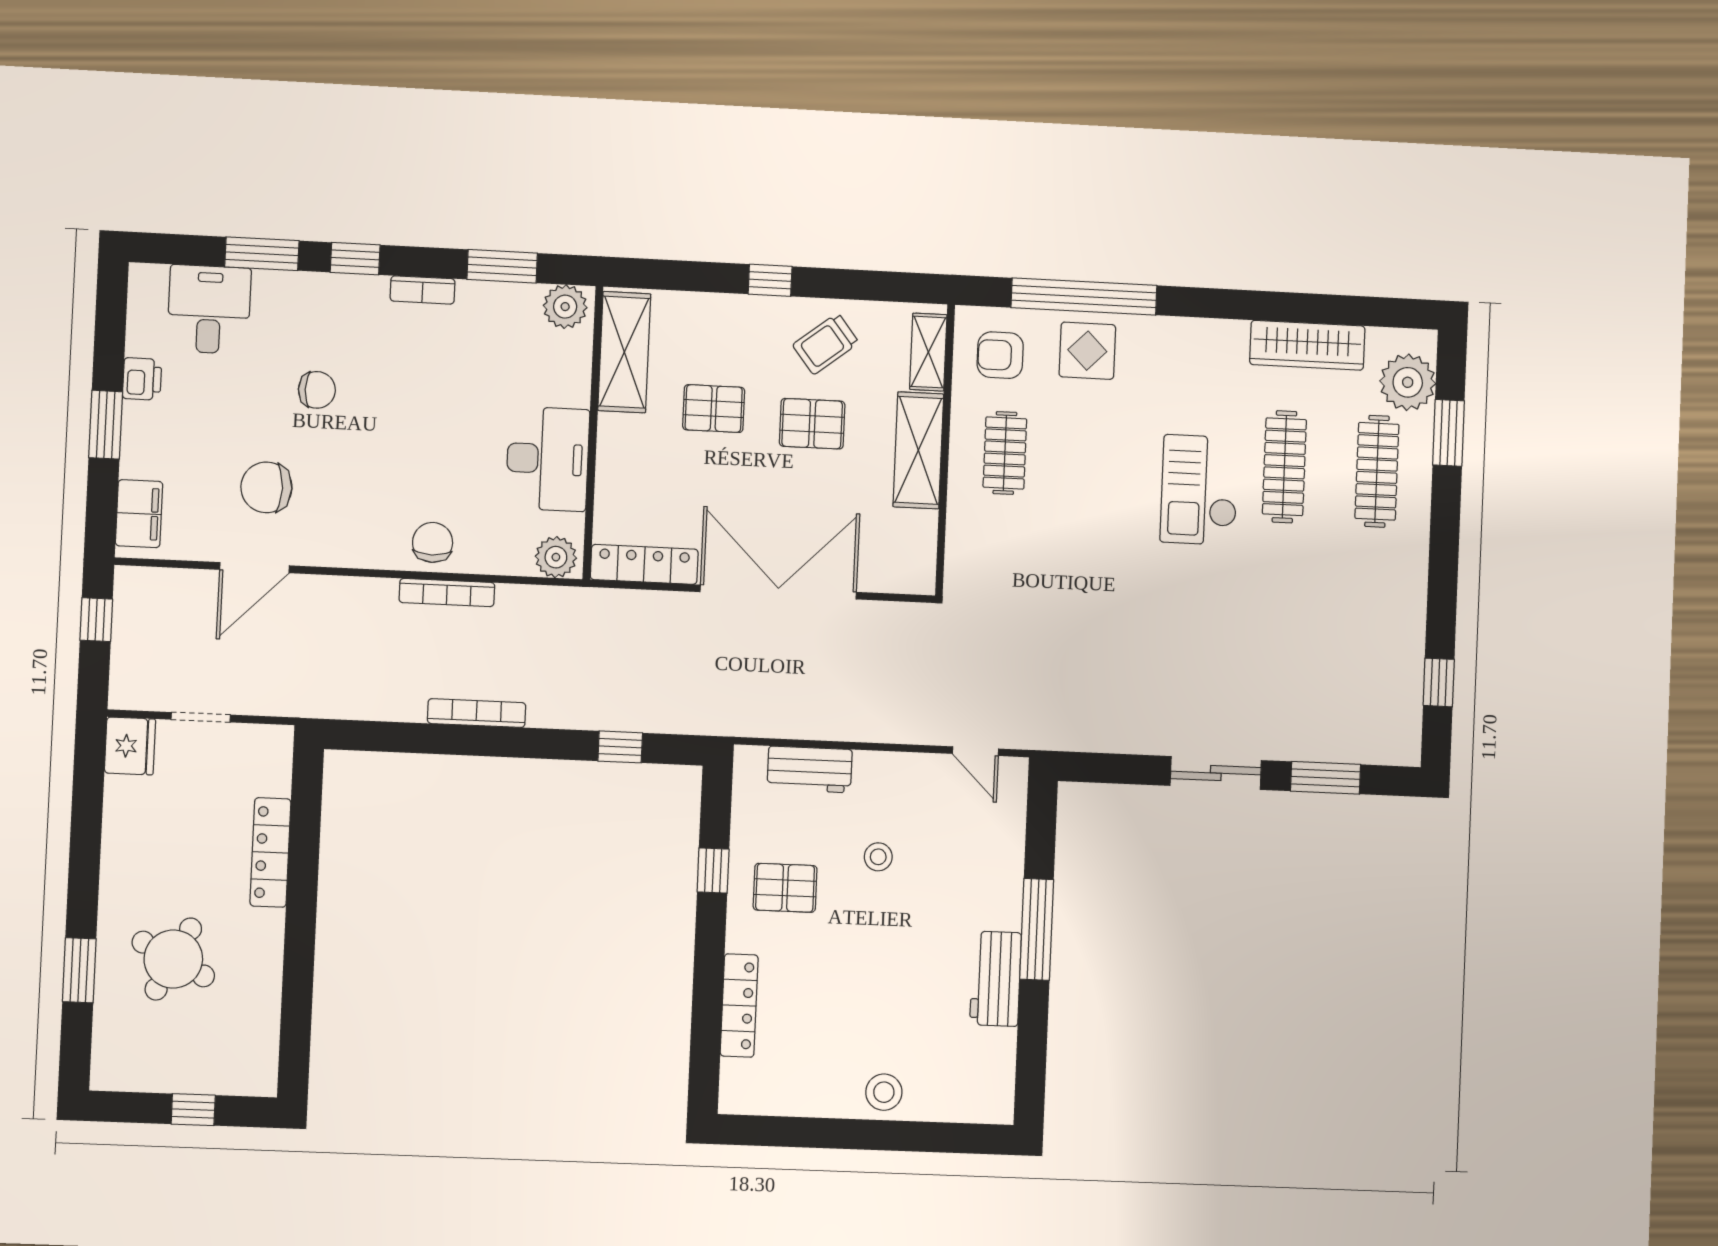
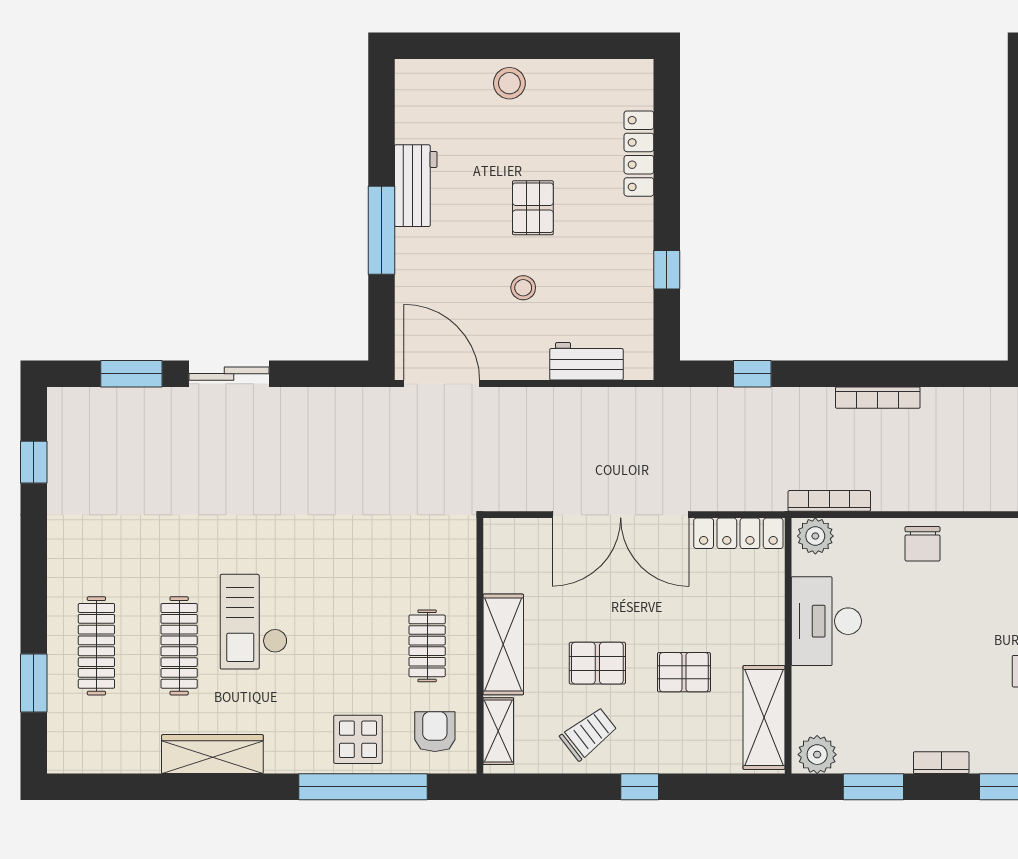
wardrobe: (1307, 345) -> (212, 754), moved
armchair: (1000, 355) -> (435, 732), turned -90
plant: (1408, 382) -> (72, 726), removed
checkout: (1199, 490) -> (254, 622), turned 180
bookcase: (447, 593) -> (829, 501), moved
door: (976, 751) -> (442, 384), width x1.87
pallet: (785, 888) -> (533, 208), moved, turned 90

